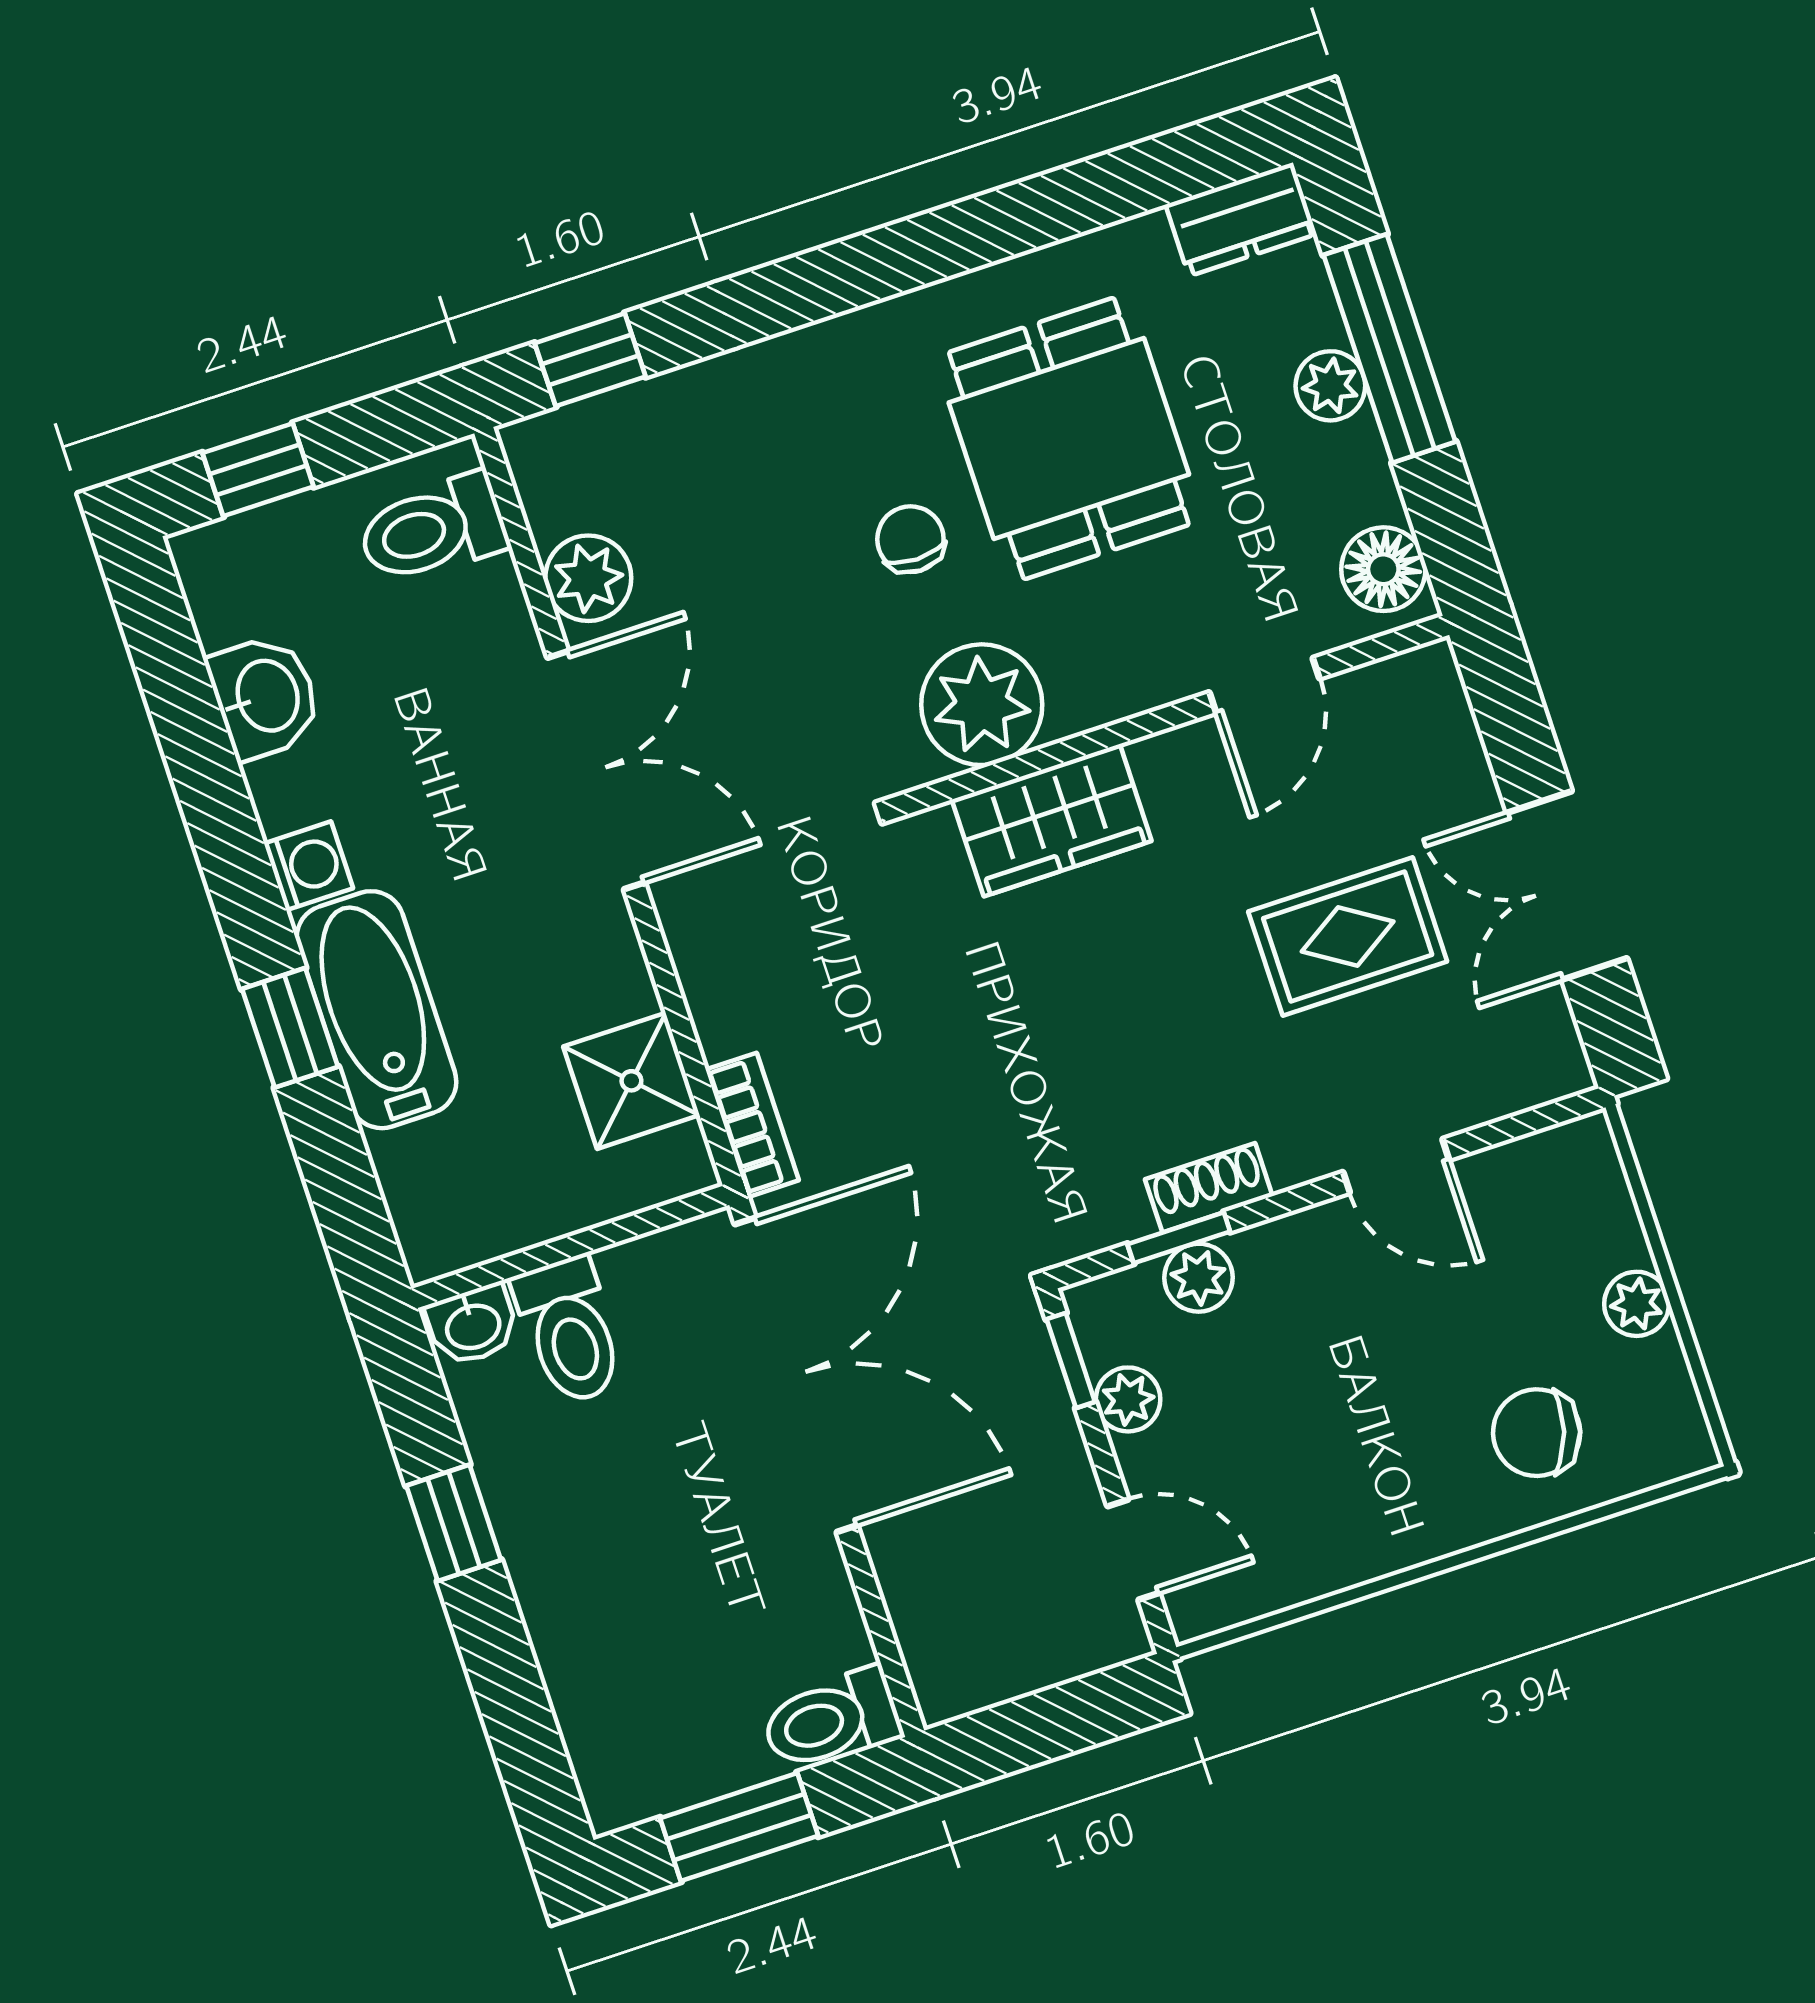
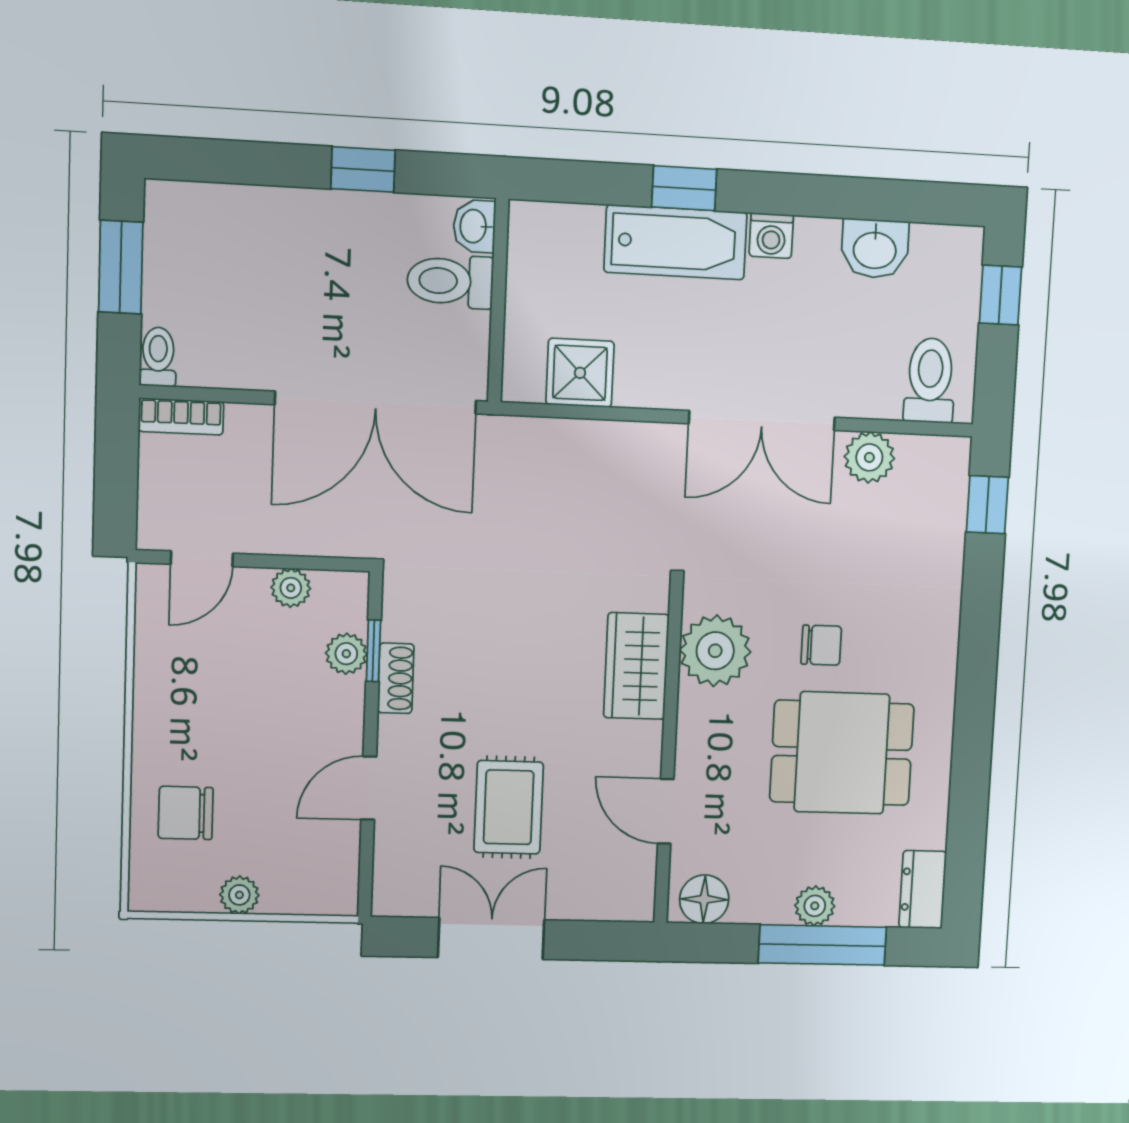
bookcase: (752, 1125) -> (181, 417), moved
window: (1071, 1360) -> (326, 564), removed
chair: (1537, 1433) -> (186, 813), turned -107
toilet: (831, 1720) -> (158, 357), width x0.73, depth x0.72

